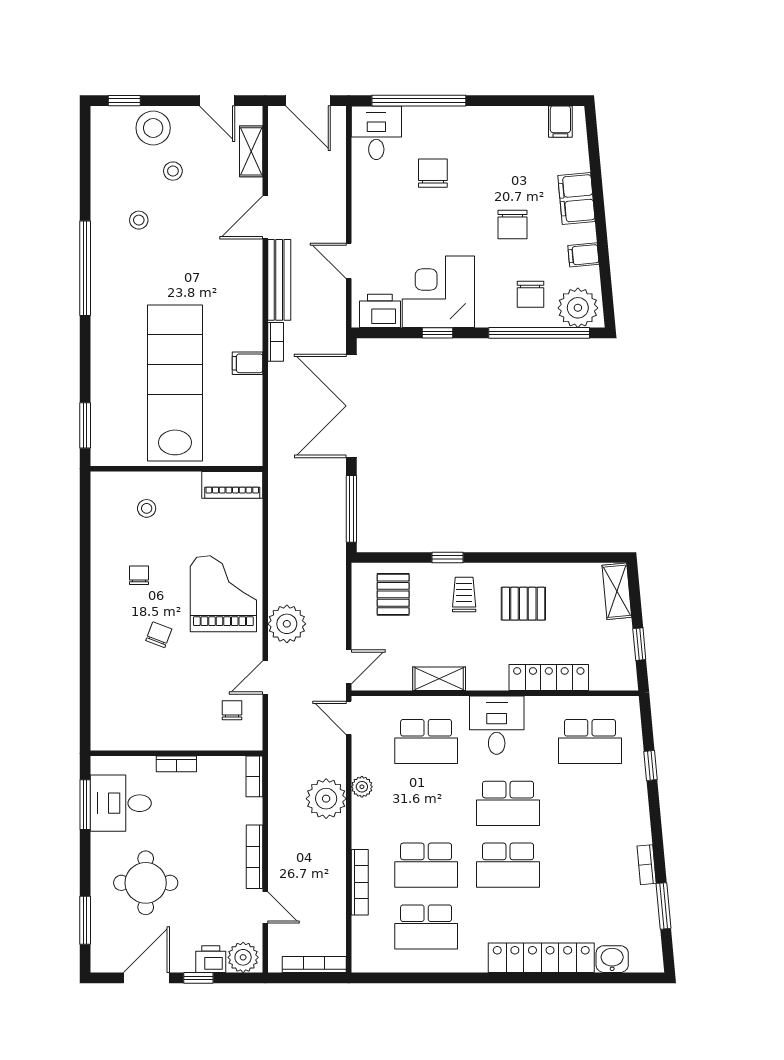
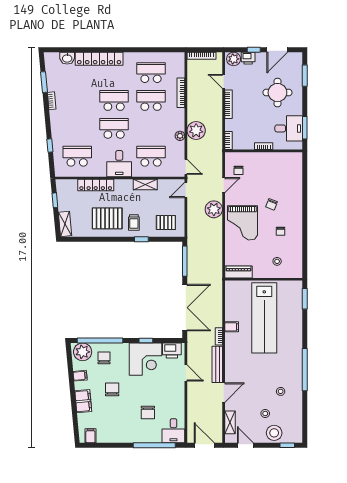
pallet: (393, 594) -> (166, 223), turned 90
pallet: (523, 604) -> (107, 218), width x1.50, depth x1.42

